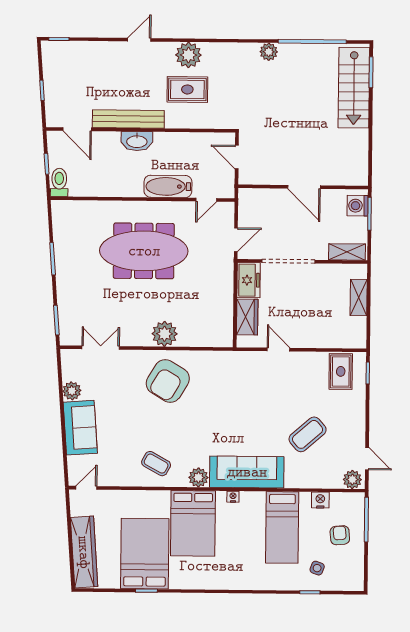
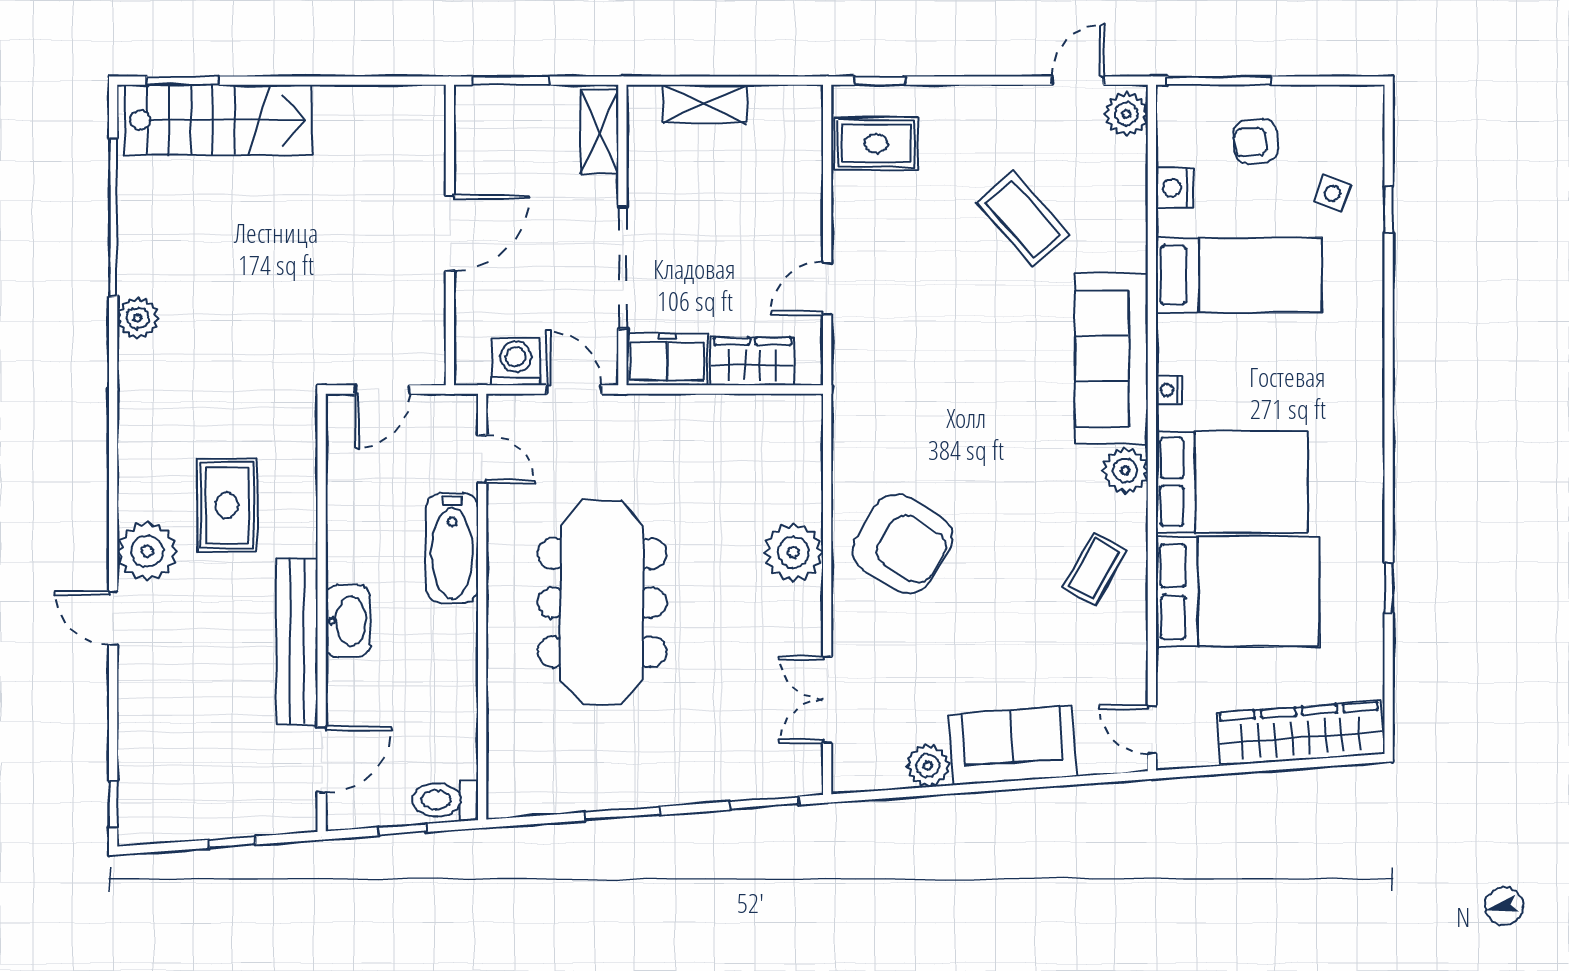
plant: (188, 55) -> (147, 551), moved
washing machine: (358, 206) -> (516, 362), moved, turned 180
bed: (145, 554) -> (1238, 591), moved, turned 180

